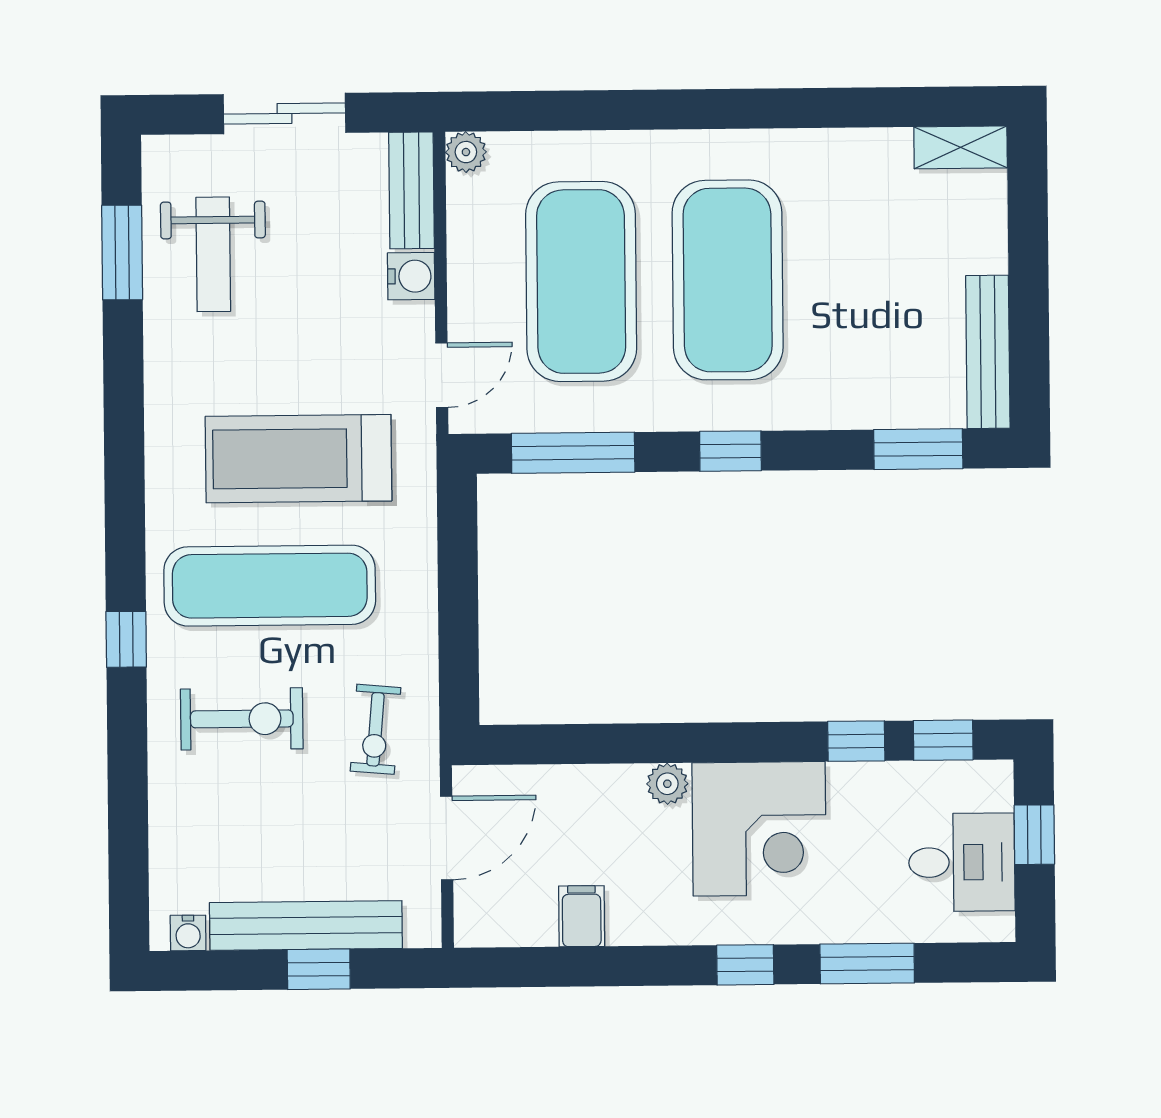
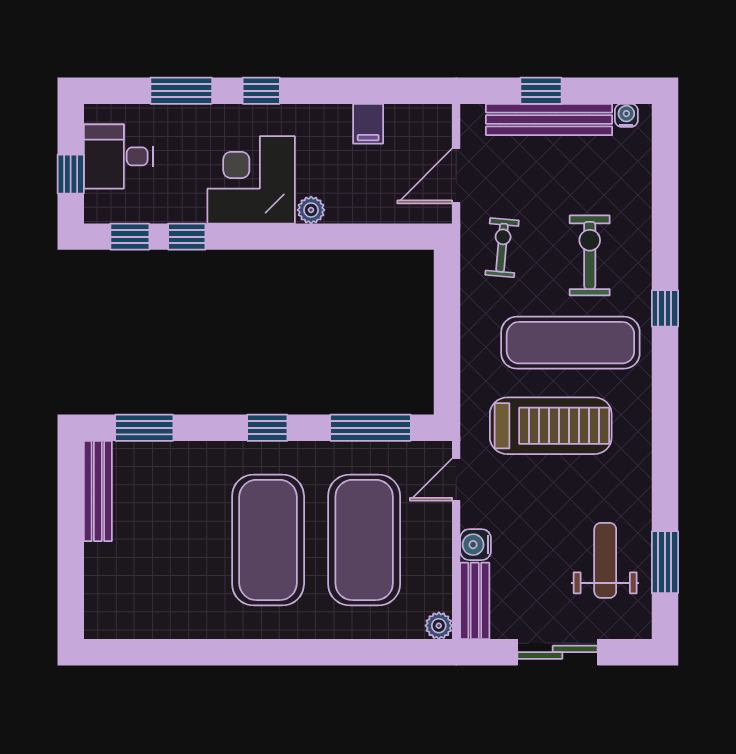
shelving: (961, 147) -> (114, 625), removed
exercise bike: (242, 719) -> (590, 255), turned 90

